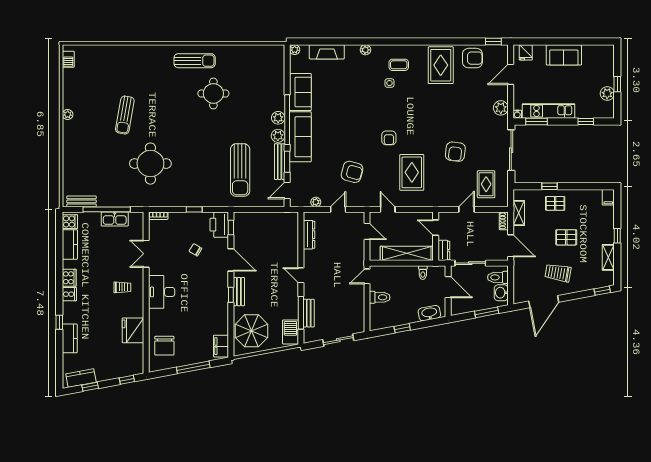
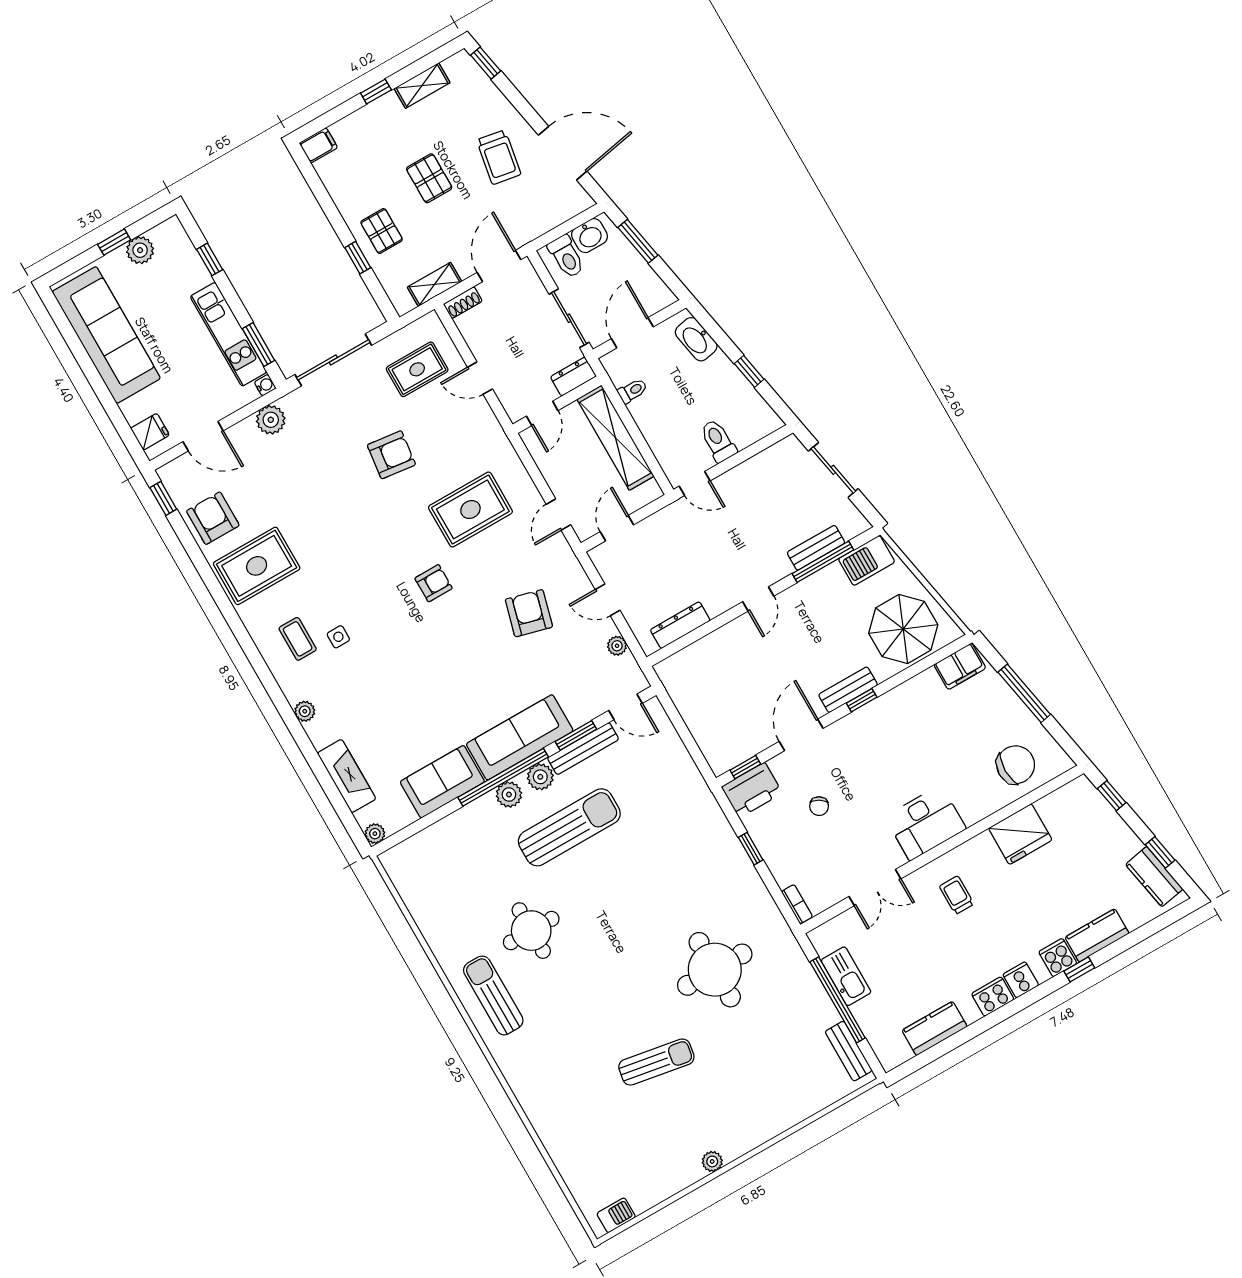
sofa: (564, 55) -> (106, 335), width x1.85, depth x1.27
sun lounger: (240, 170) -> (569, 827), moved
cooker: (70, 222) -> (1058, 958), moved

